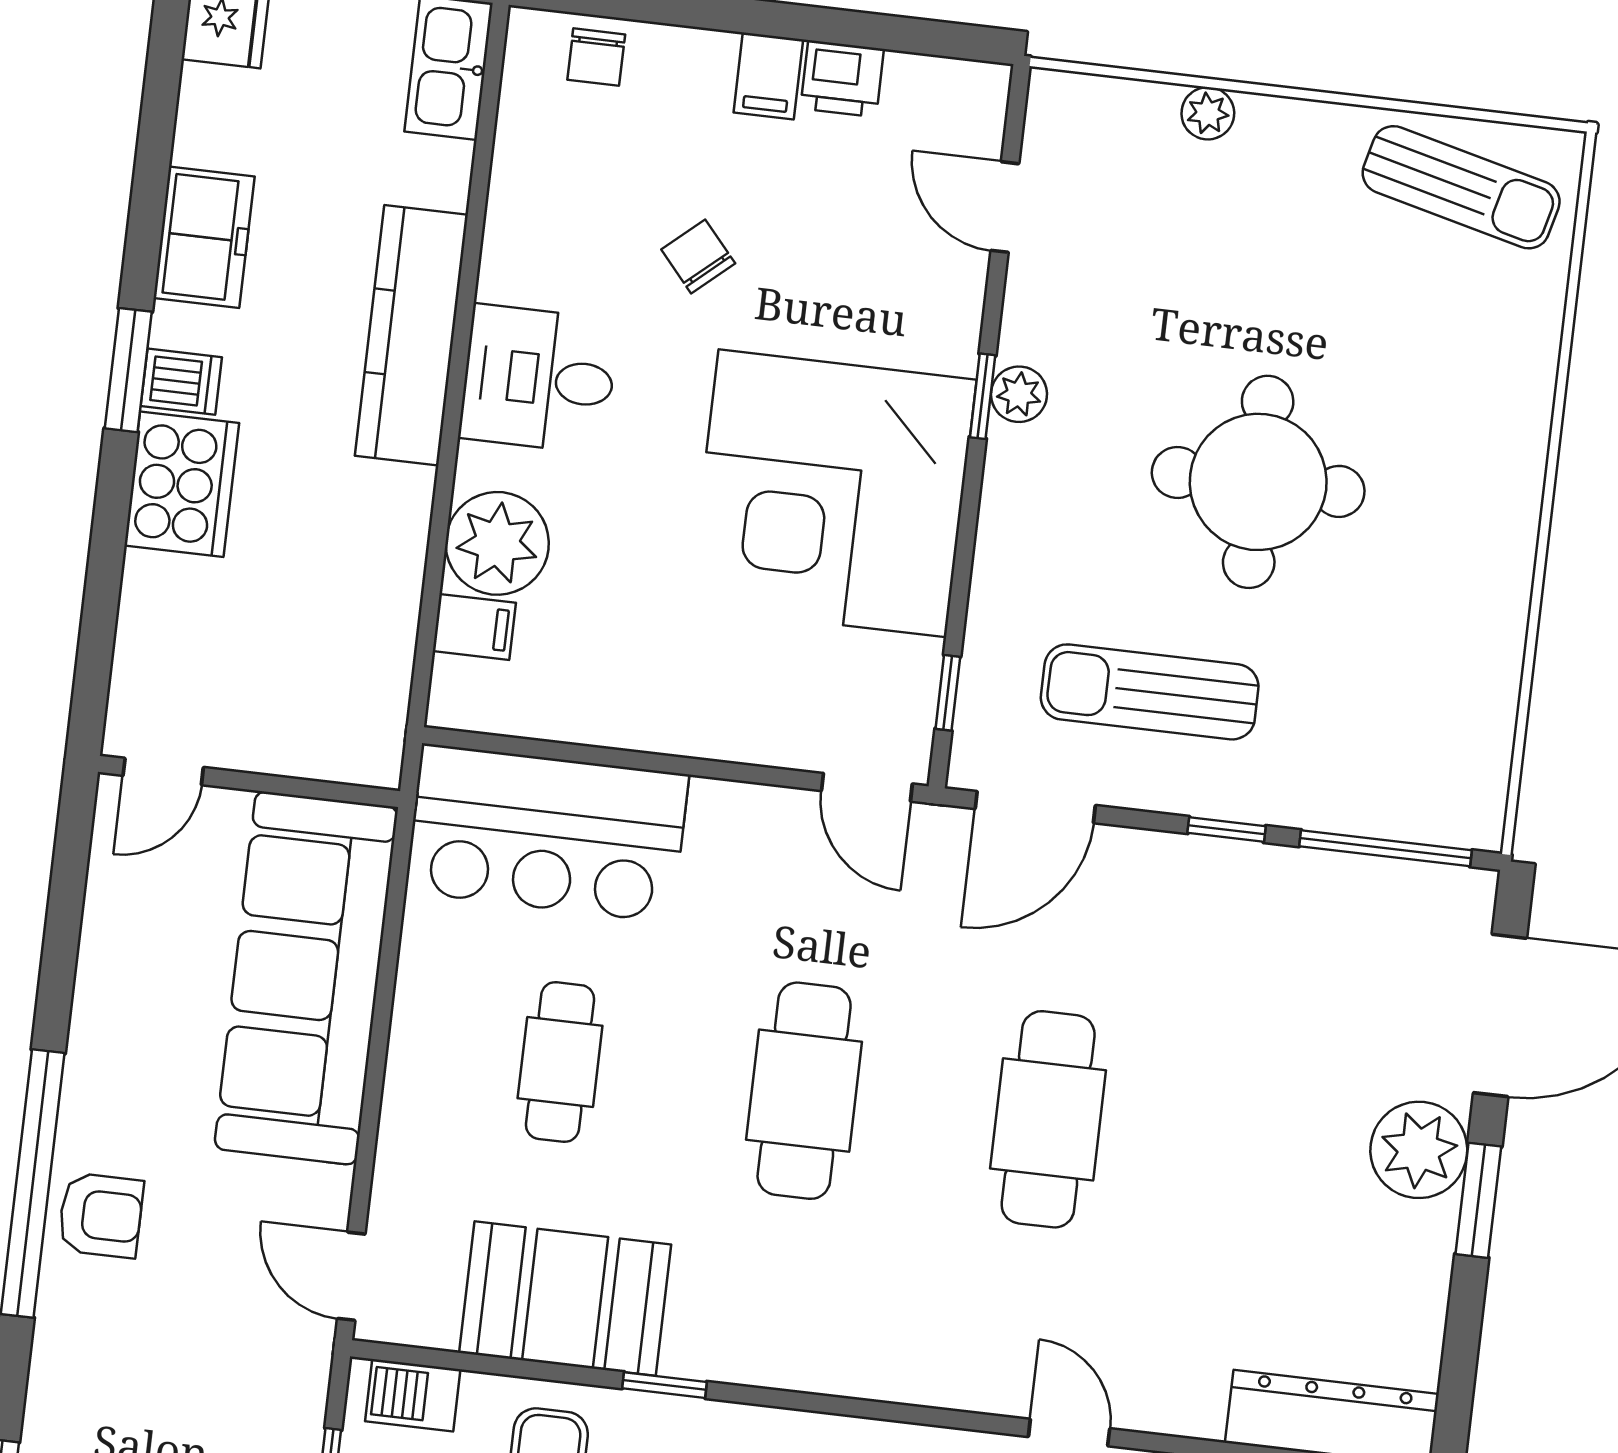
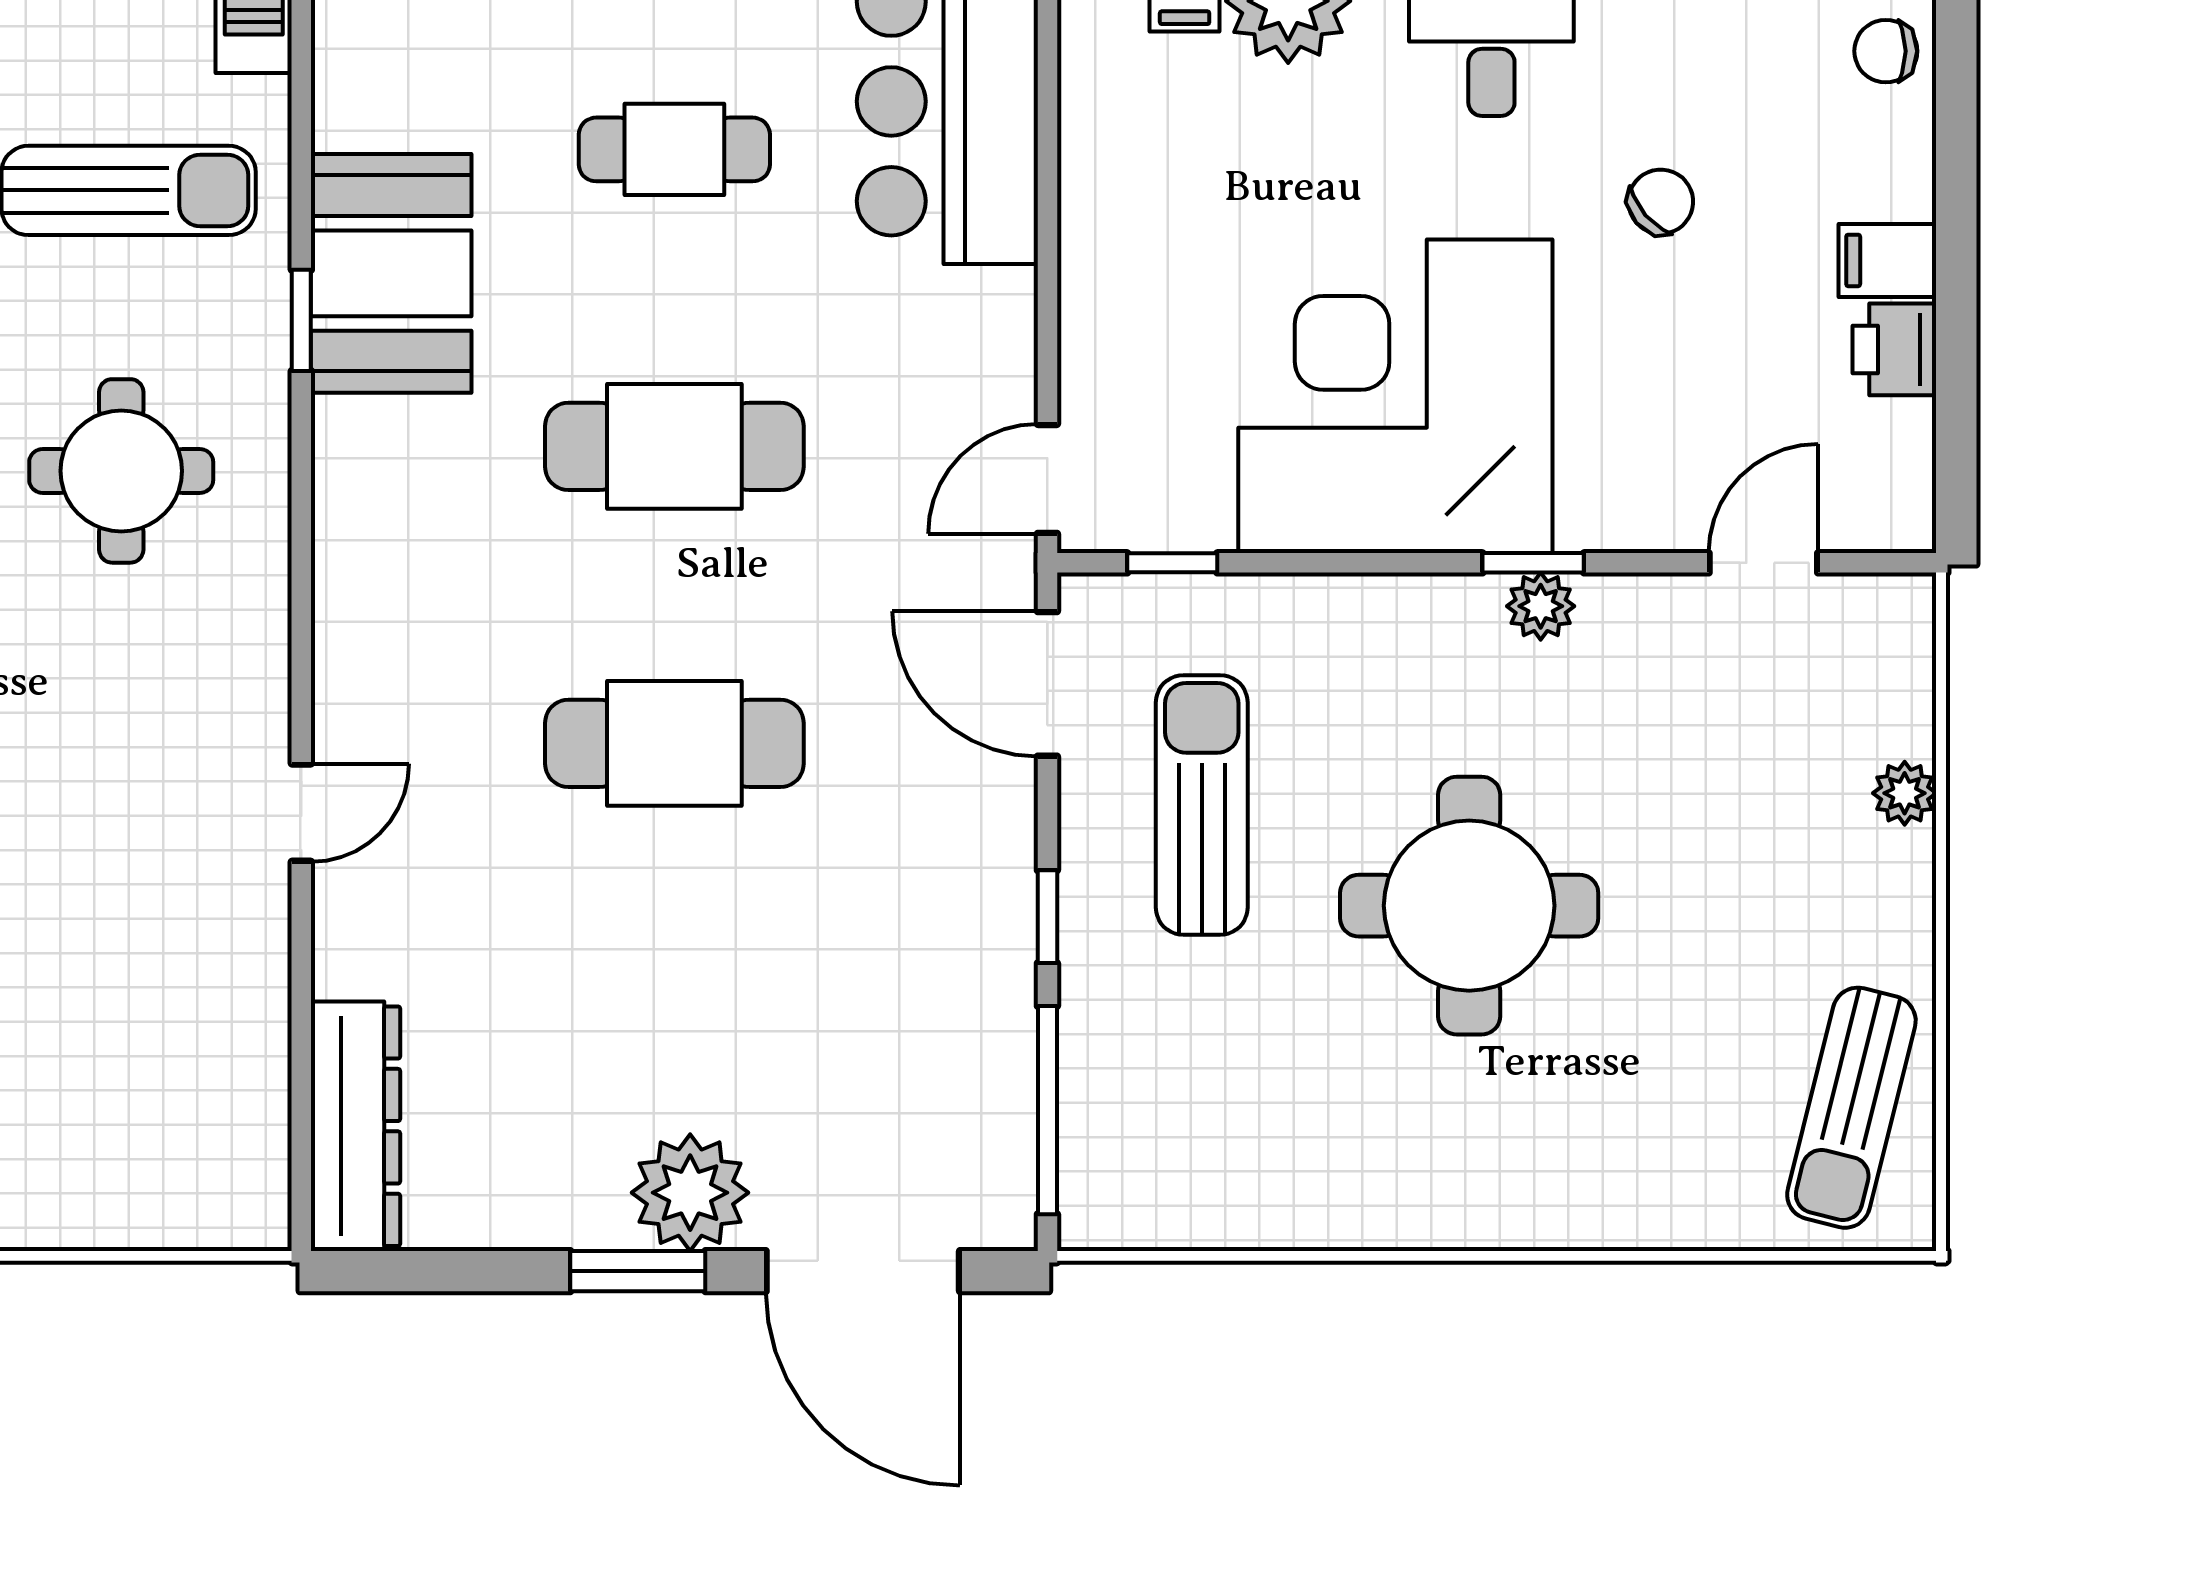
booth: (565, 1299) -> (391, 273), moved

